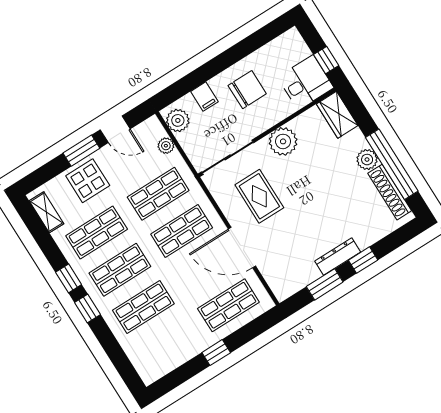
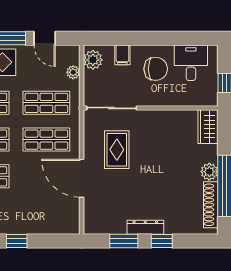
desk: (305, 82) -> (191, 63), moved, turned -90
plant: (283, 141) -> (158, 121), removed
shop shelf: (228, 305) -> (46, 213), removed

